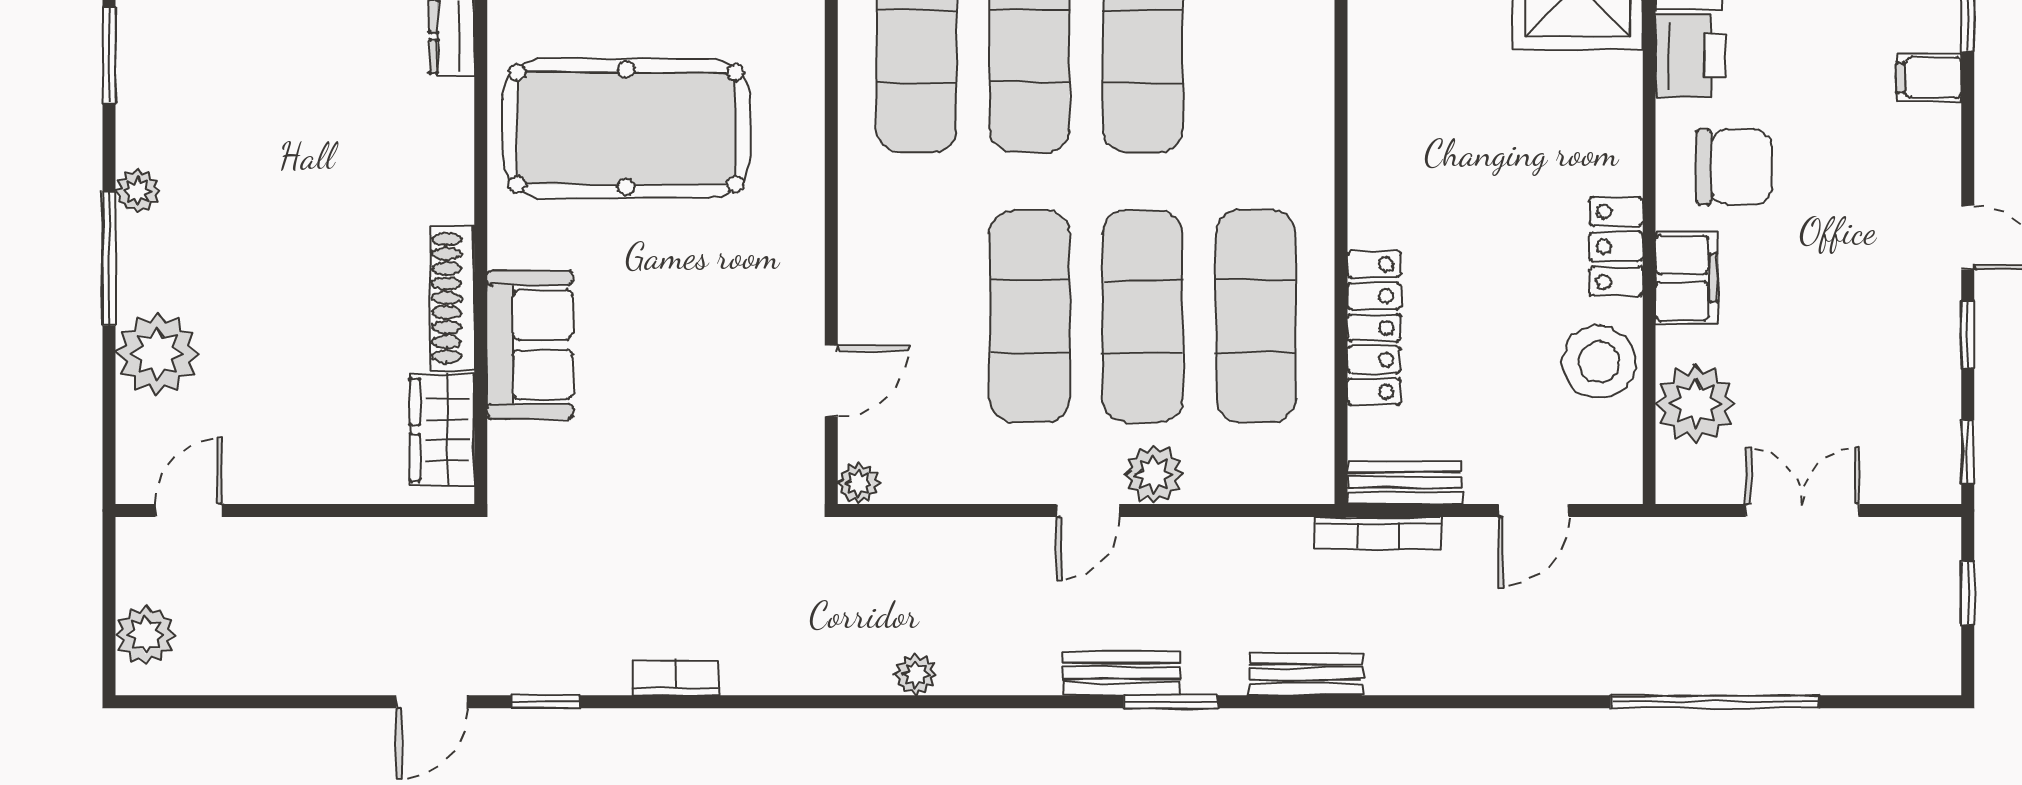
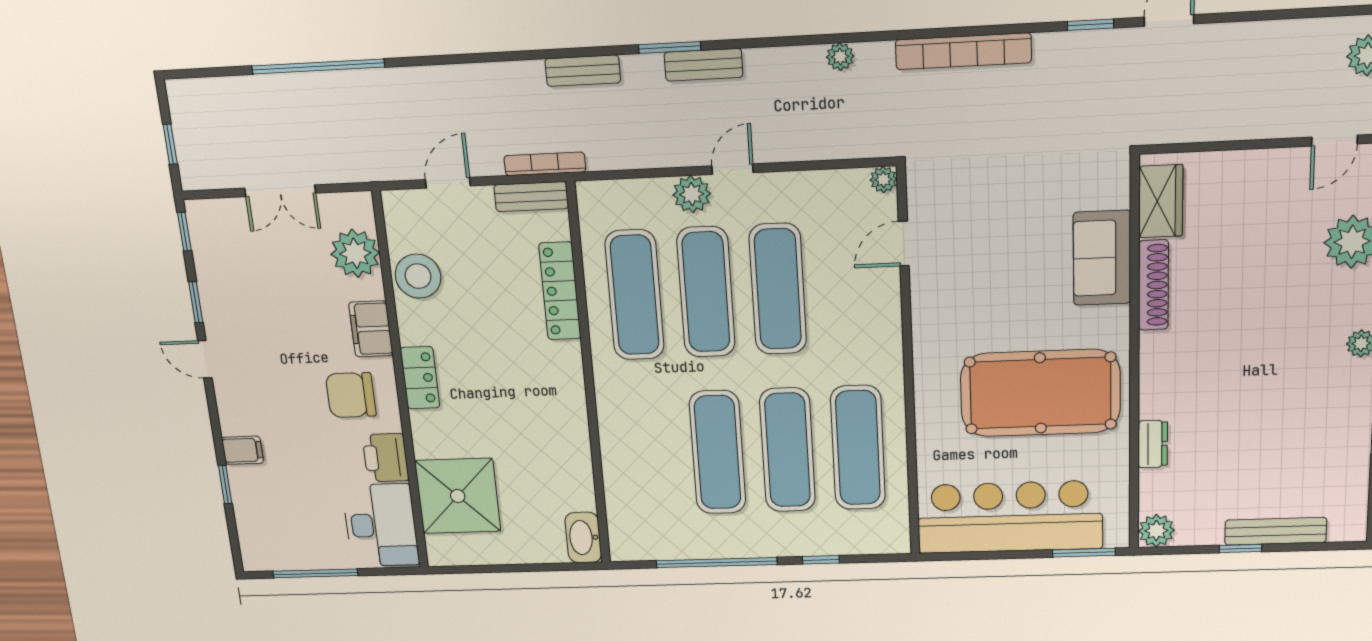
locker: (1616, 247) -> (420, 378), moved
bookcase: (676, 678) -> (963, 51), width x2.31, depth x1.31

